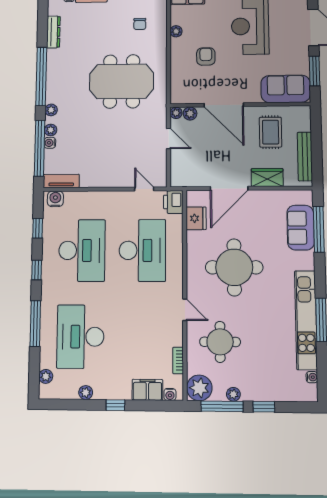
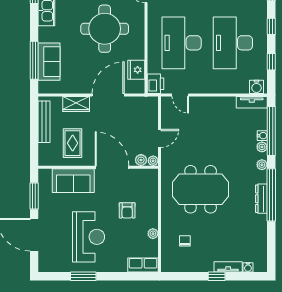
dresser: (53, 32) -> (261, 199), moved
sofa: (286, 89) -> (73, 181), moved
door: (169, 138) -> (160, 138), swing flipped

